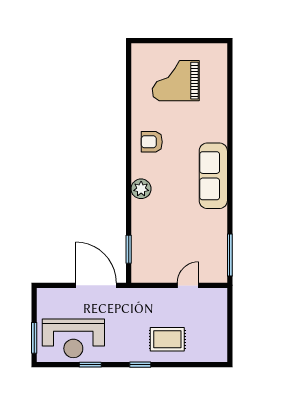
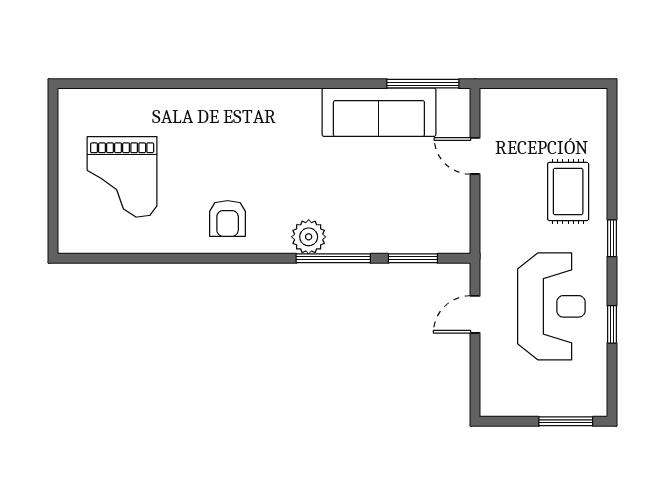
sofa: (213, 176) -> (379, 112), moved
window: (129, 203) -> (333, 258), added
door: (96, 285) -> (475, 314), width x0.53
reception desk: (73, 338) -> (551, 306), moved

